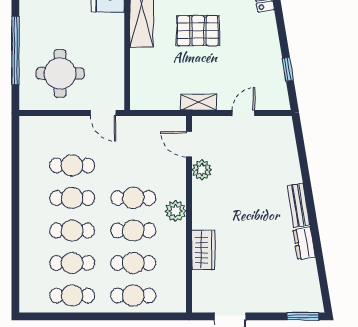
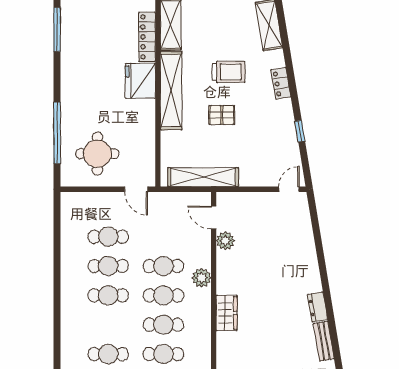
pallet: (198, 31) -> (222, 115), width x0.67, depth x0.71
window: (288, 69) -> (300, 131), moved
shelving: (198, 102) -> (203, 177), width x2.20, depth x1.33
door: (243, 113) -> (289, 189), moved
bench: (298, 205) -> (324, 341), moved
cafe table: (72, 263) -> (108, 325), removed

